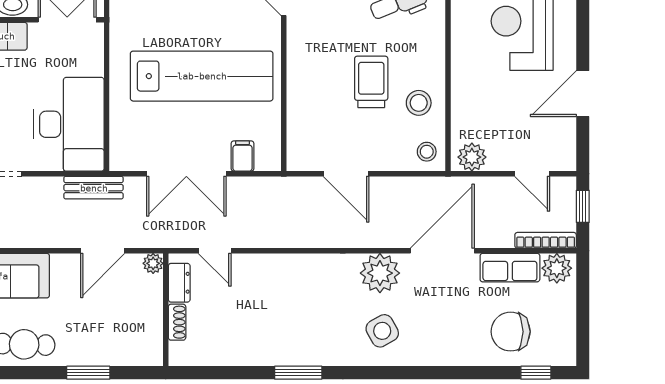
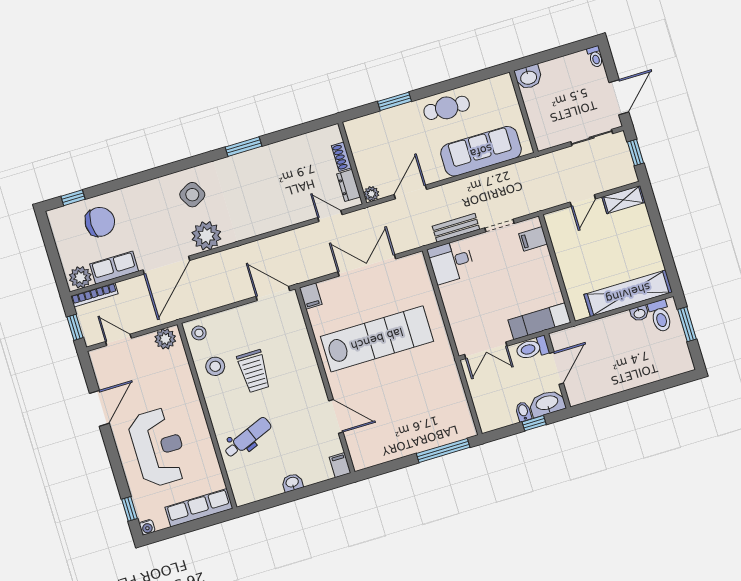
lab bench: (202, 76) -> (377, 339), turned 180
desk: (69, 124) -> (451, 262), width x0.53, depth x0.77
filing cabinet: (243, 156) -> (311, 296), moved
door: (346, 174) -> (273, 294), moved
bench: (94, 188) -> (456, 228), moved

